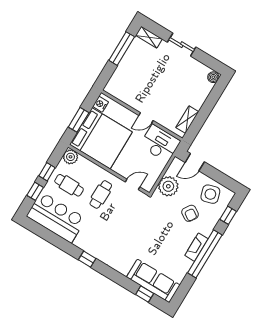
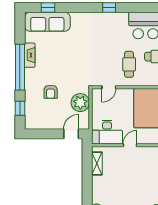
side table: (210, 194) -> (44, 116), removed
armchair: (190, 213) -> (51, 92), turned -123
fireplace: (196, 247) -> (30, 55), moved

